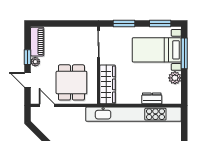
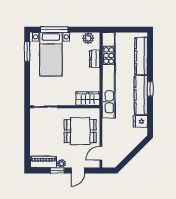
window: (124, 23) -> (27, 84), removed
plant: (175, 78) -> (88, 38), moved
wardrobe: (108, 84) -> (88, 99), width x0.67

